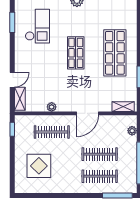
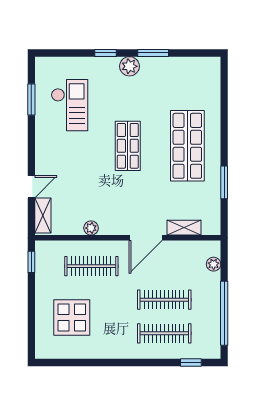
shelving: (123, 107) -> (184, 228), moved
window: (117, 195) -> (191, 363), width x0.46

